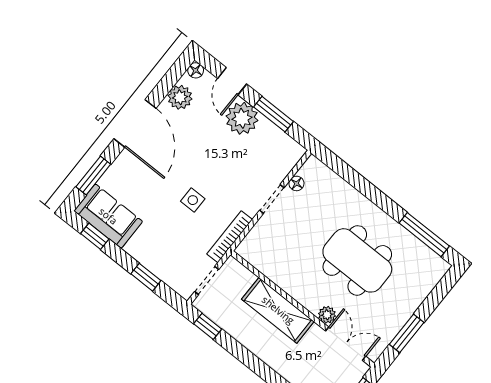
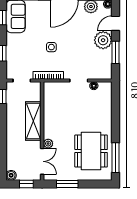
dining table: (357, 260) -> (91, 151), moved

